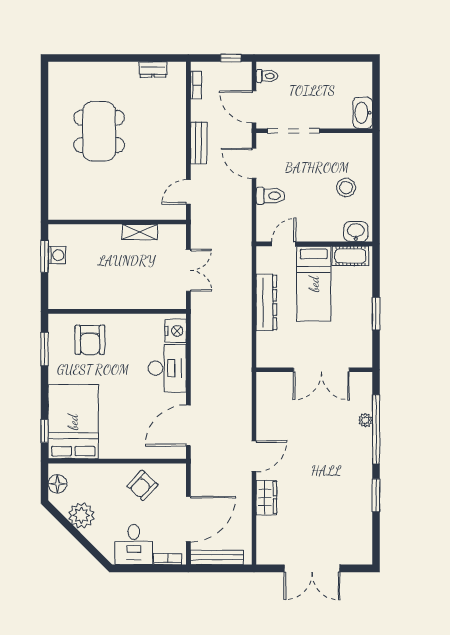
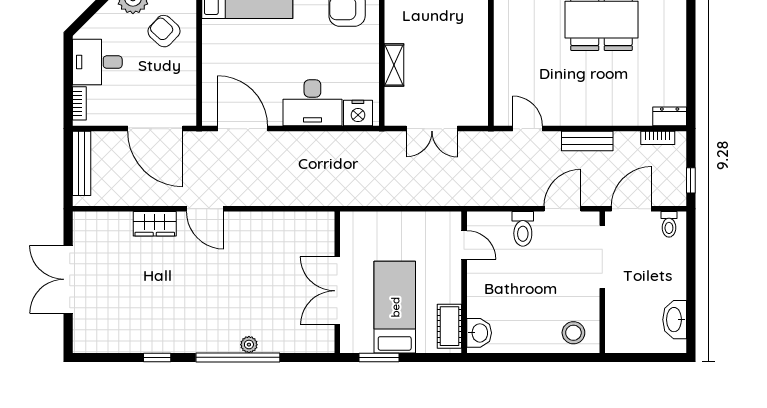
dresser: (153, 69) -> (670, 116), moved, turned 90
washbasin: (363, 113) -> (675, 320), moved, turned -90
stool: (346, 188) -> (573, 333), moved
shelving: (140, 232) -> (394, 65), moved
bed: (314, 284) -> (395, 307), moved, turned 90
dresser: (266, 302) -> (393, 224), removed
wall: (314, 370) -> (337, 282), moved
double door: (321, 370) -> (337, 291), moved
armchair: (142, 485) -> (164, 31), moved
window: (376, 495) -> (157, 357), width x0.67
door: (188, 519) -> (155, 129), moved

